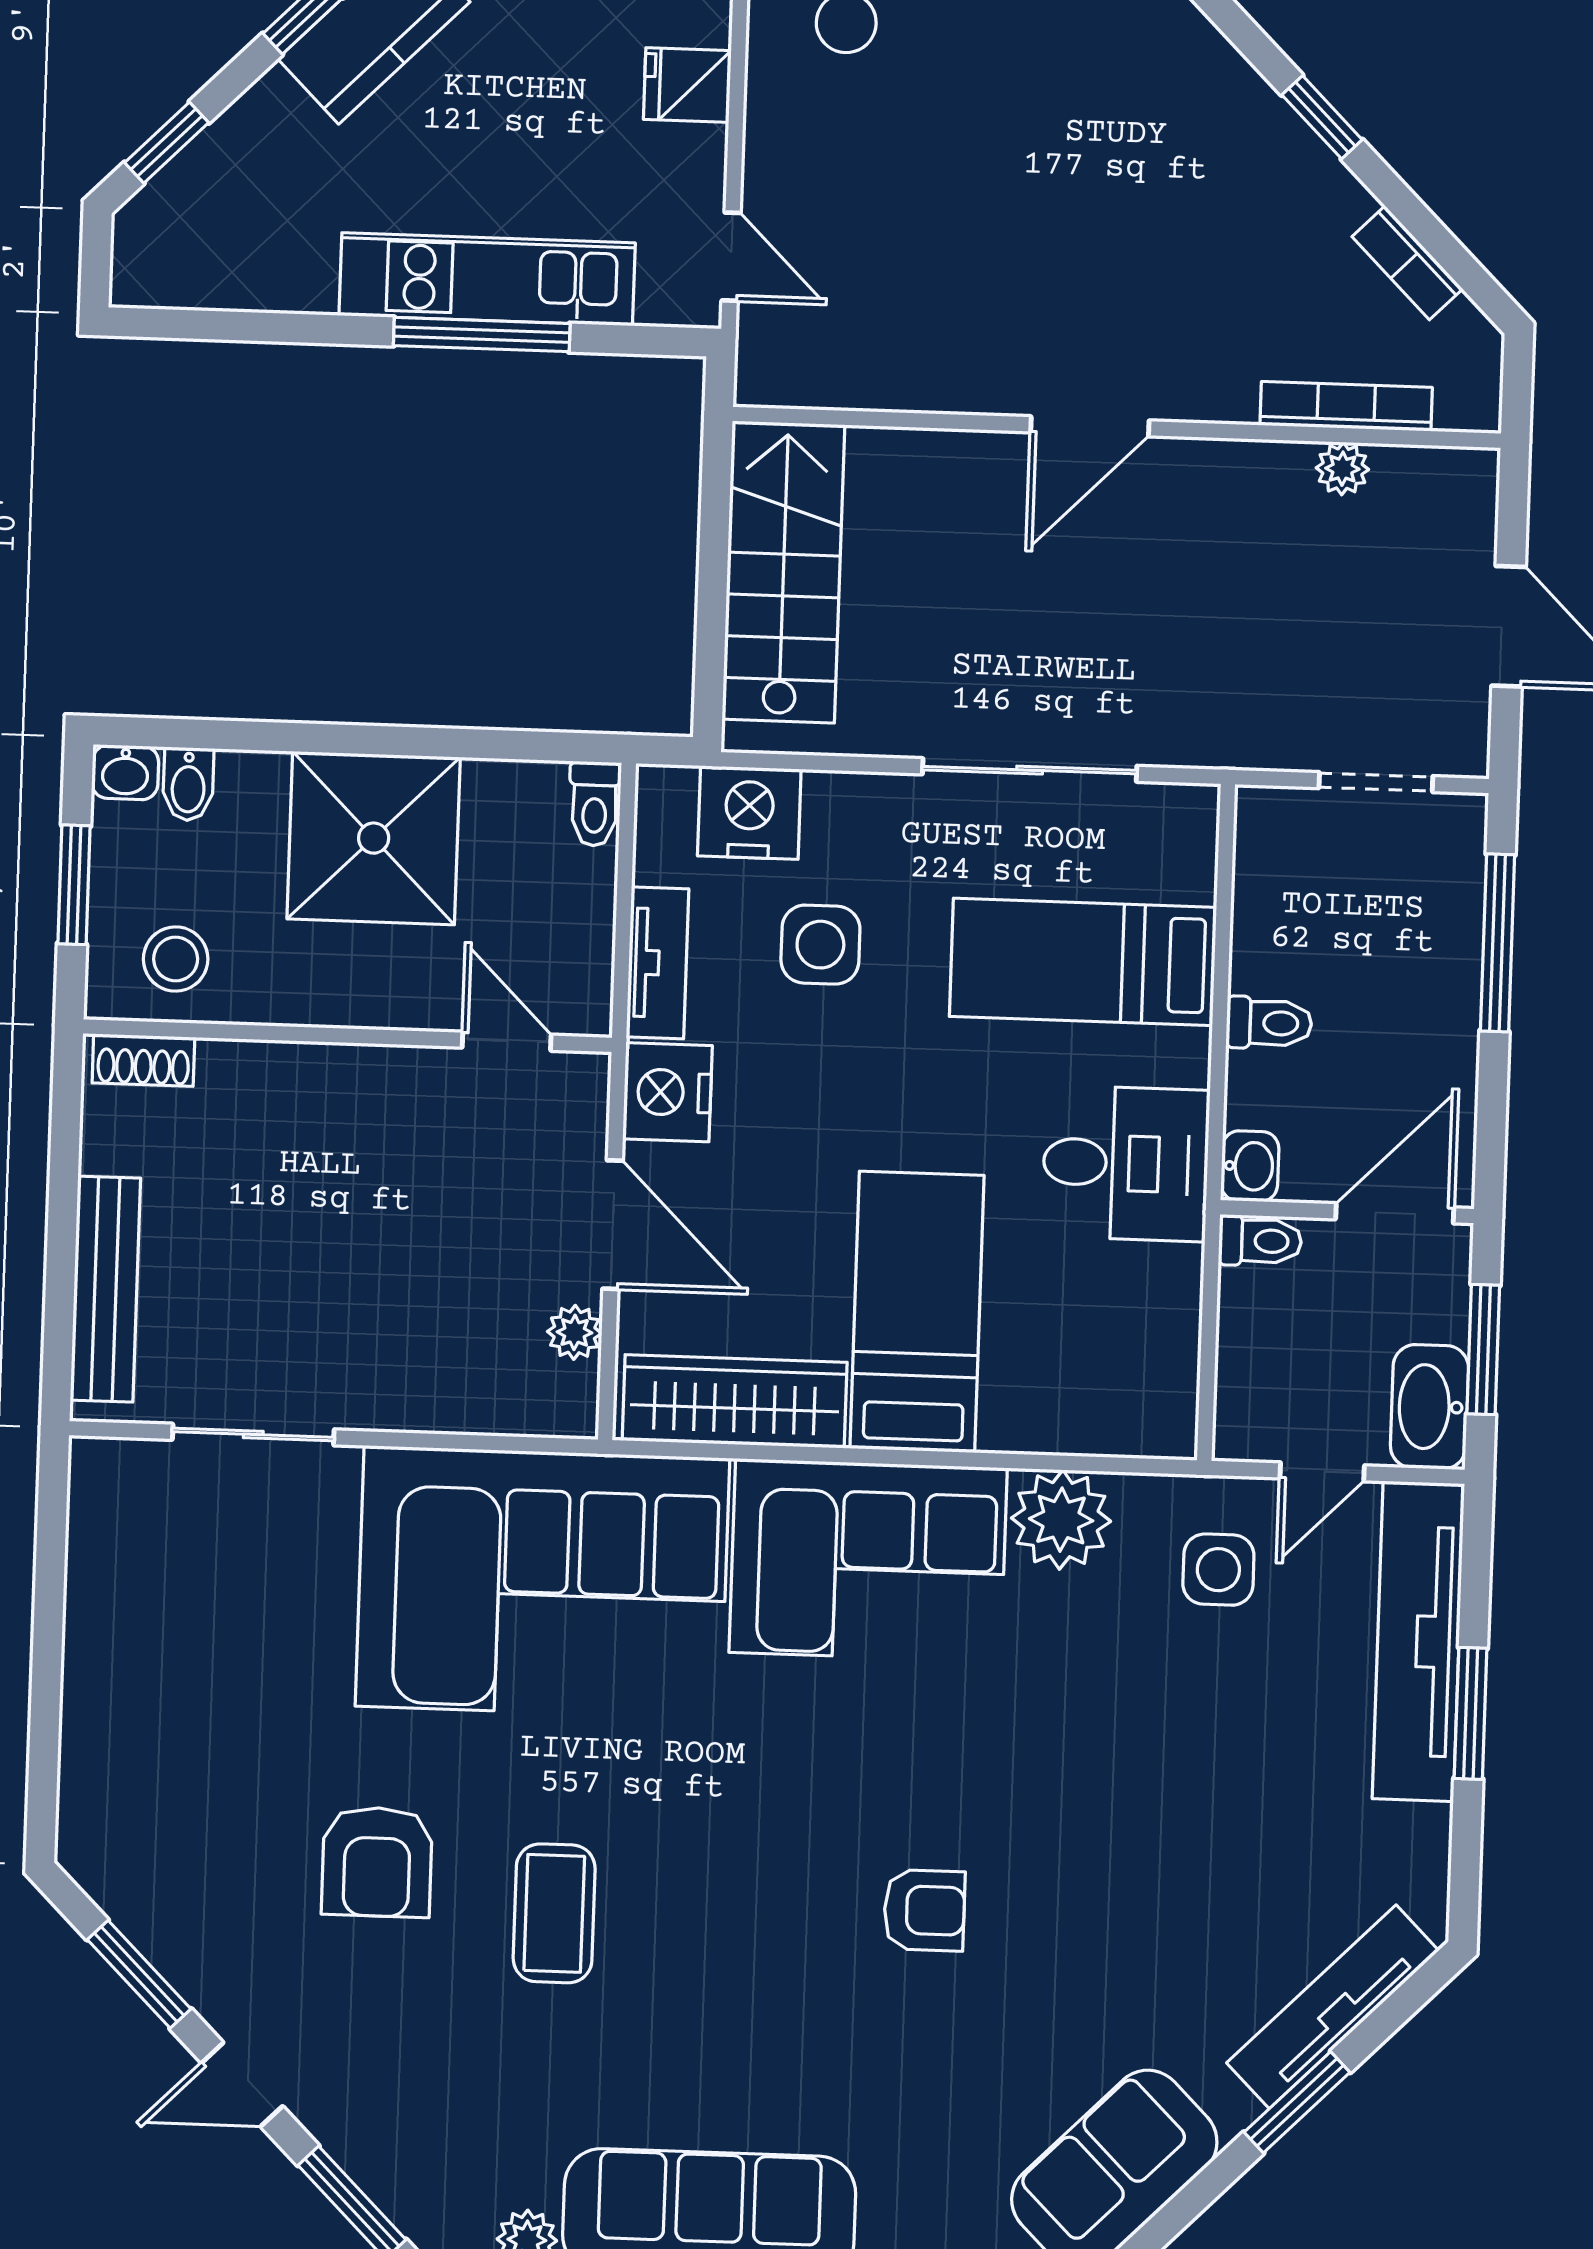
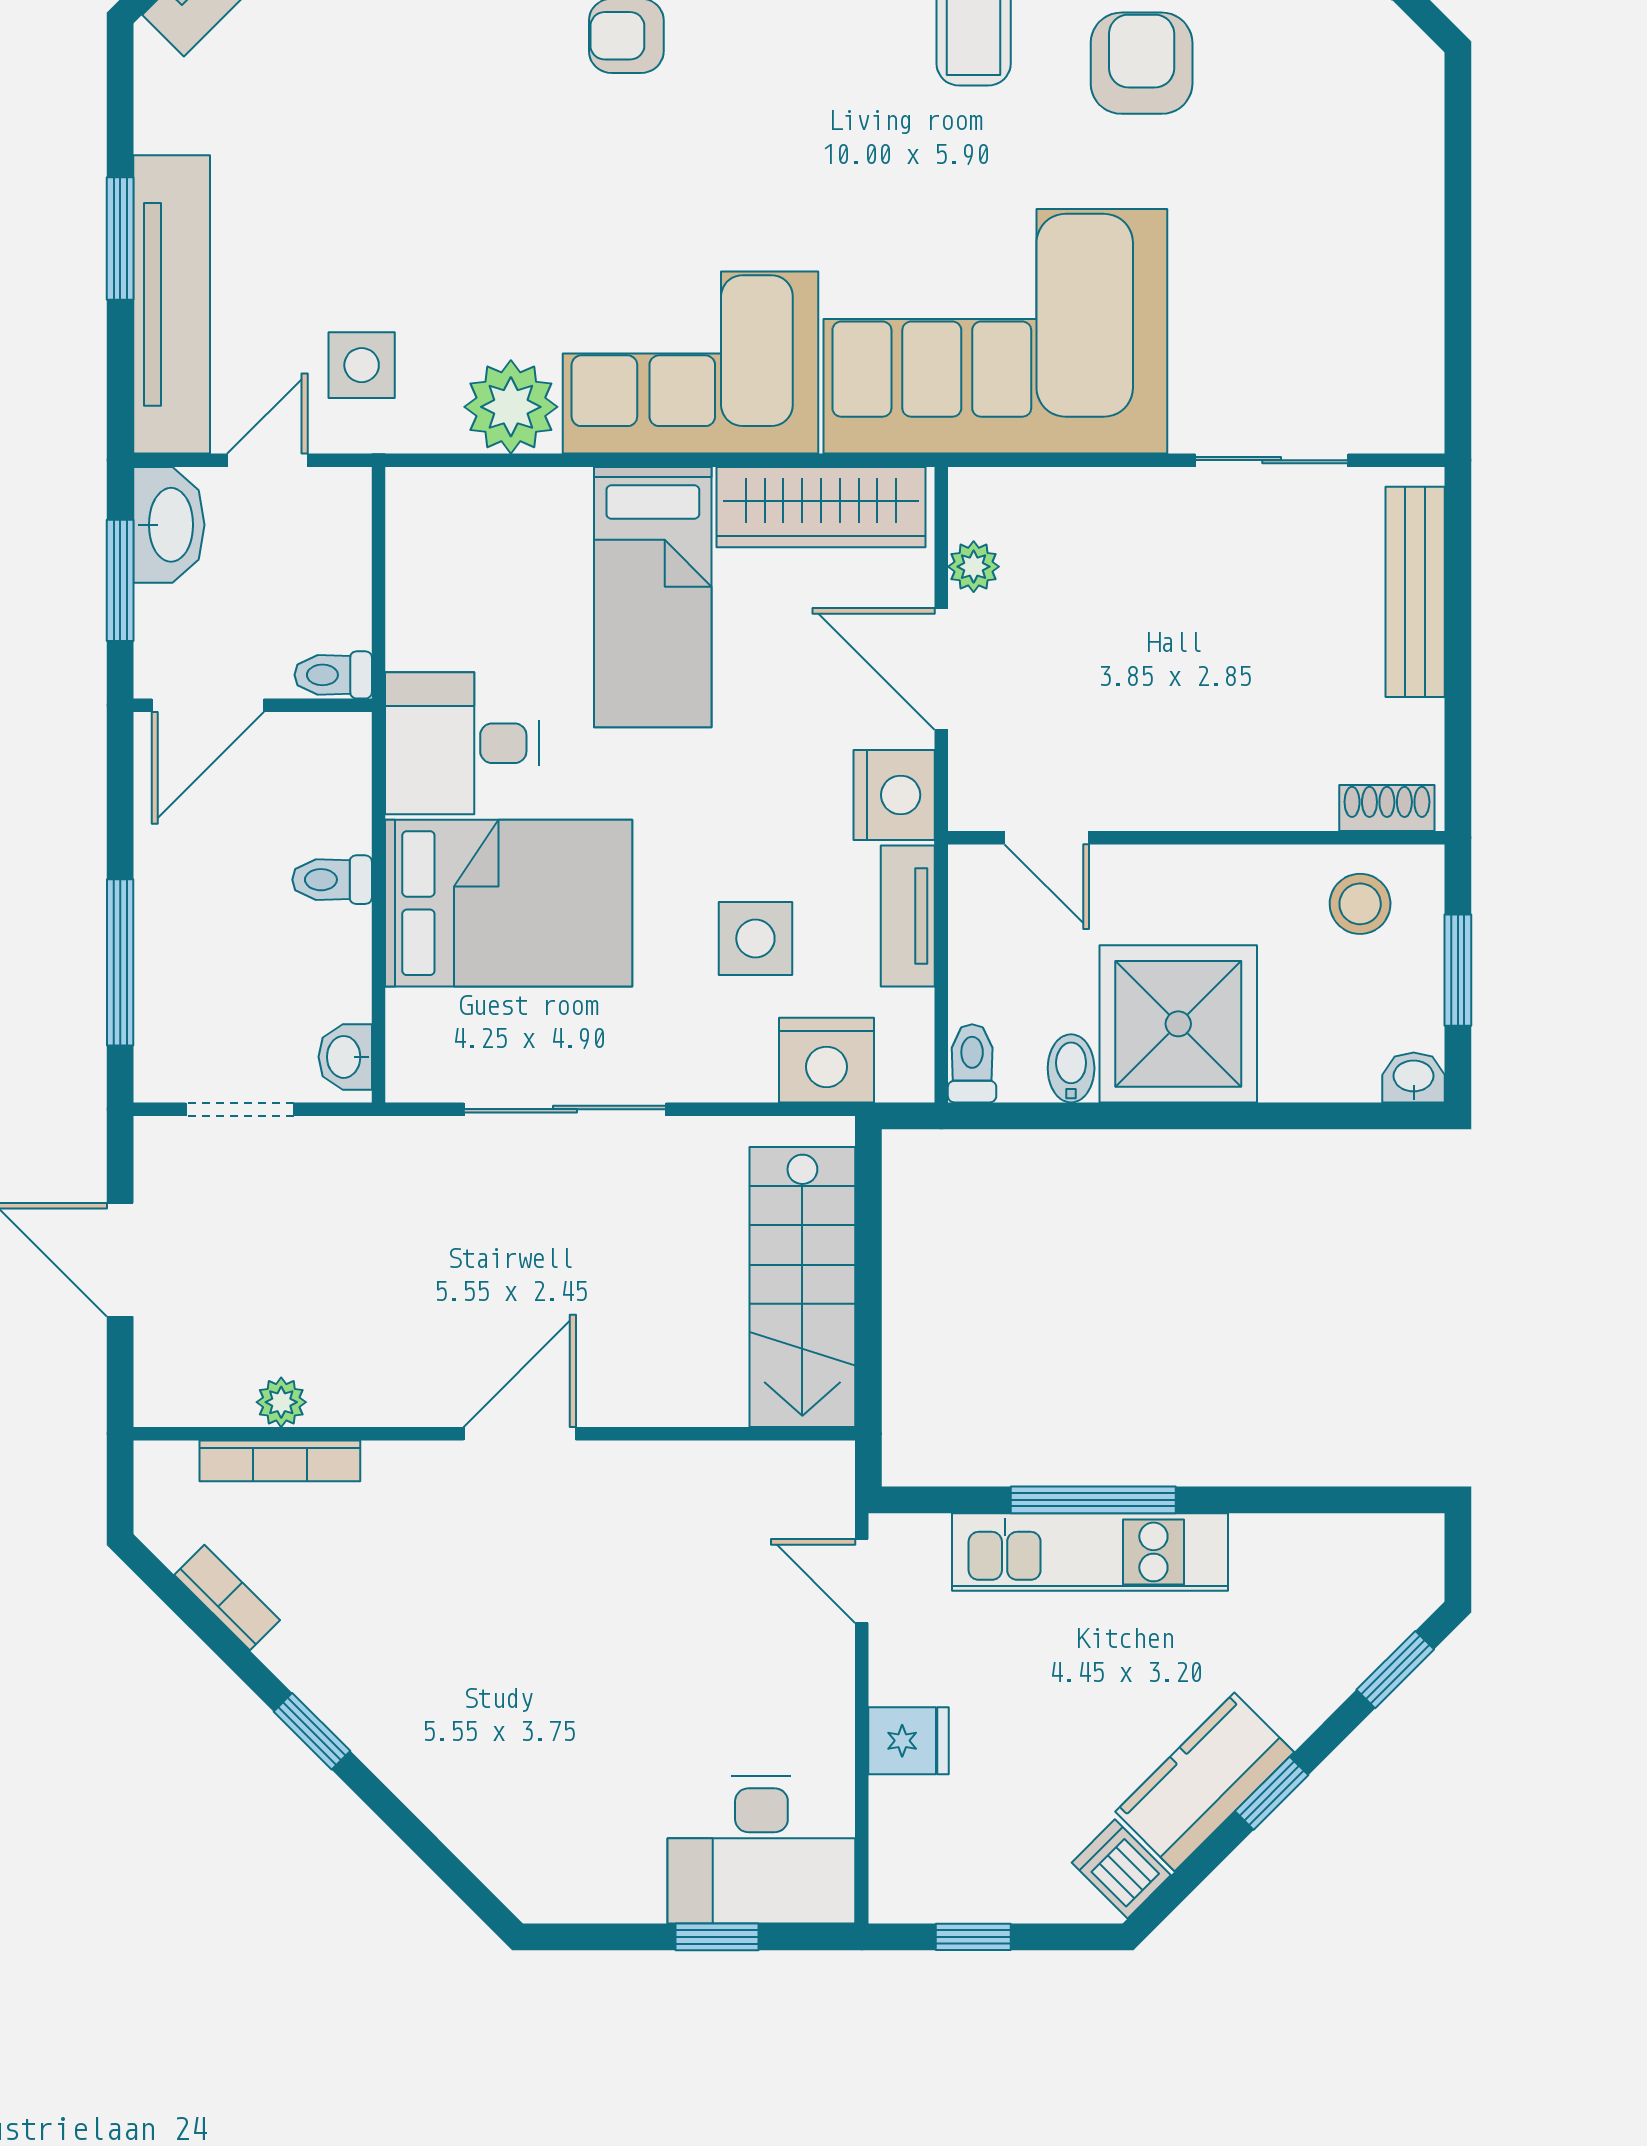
bidet: (188, 784) -> (1071, 1068), moved
bed: (1083, 962) -> (509, 903), width x1.50
washbasin: (1250, 1166) -> (345, 1057), moved

